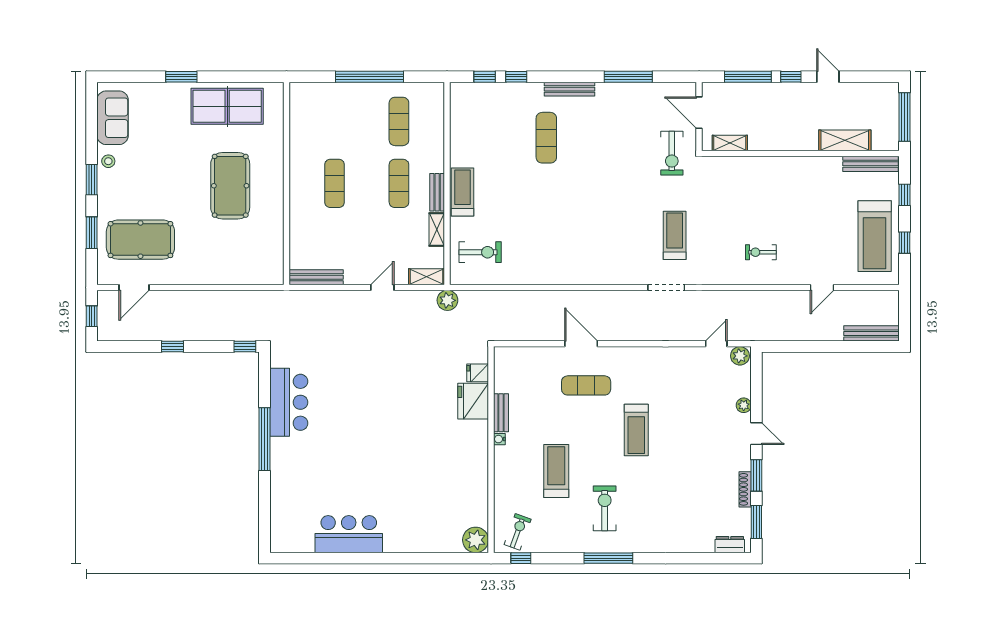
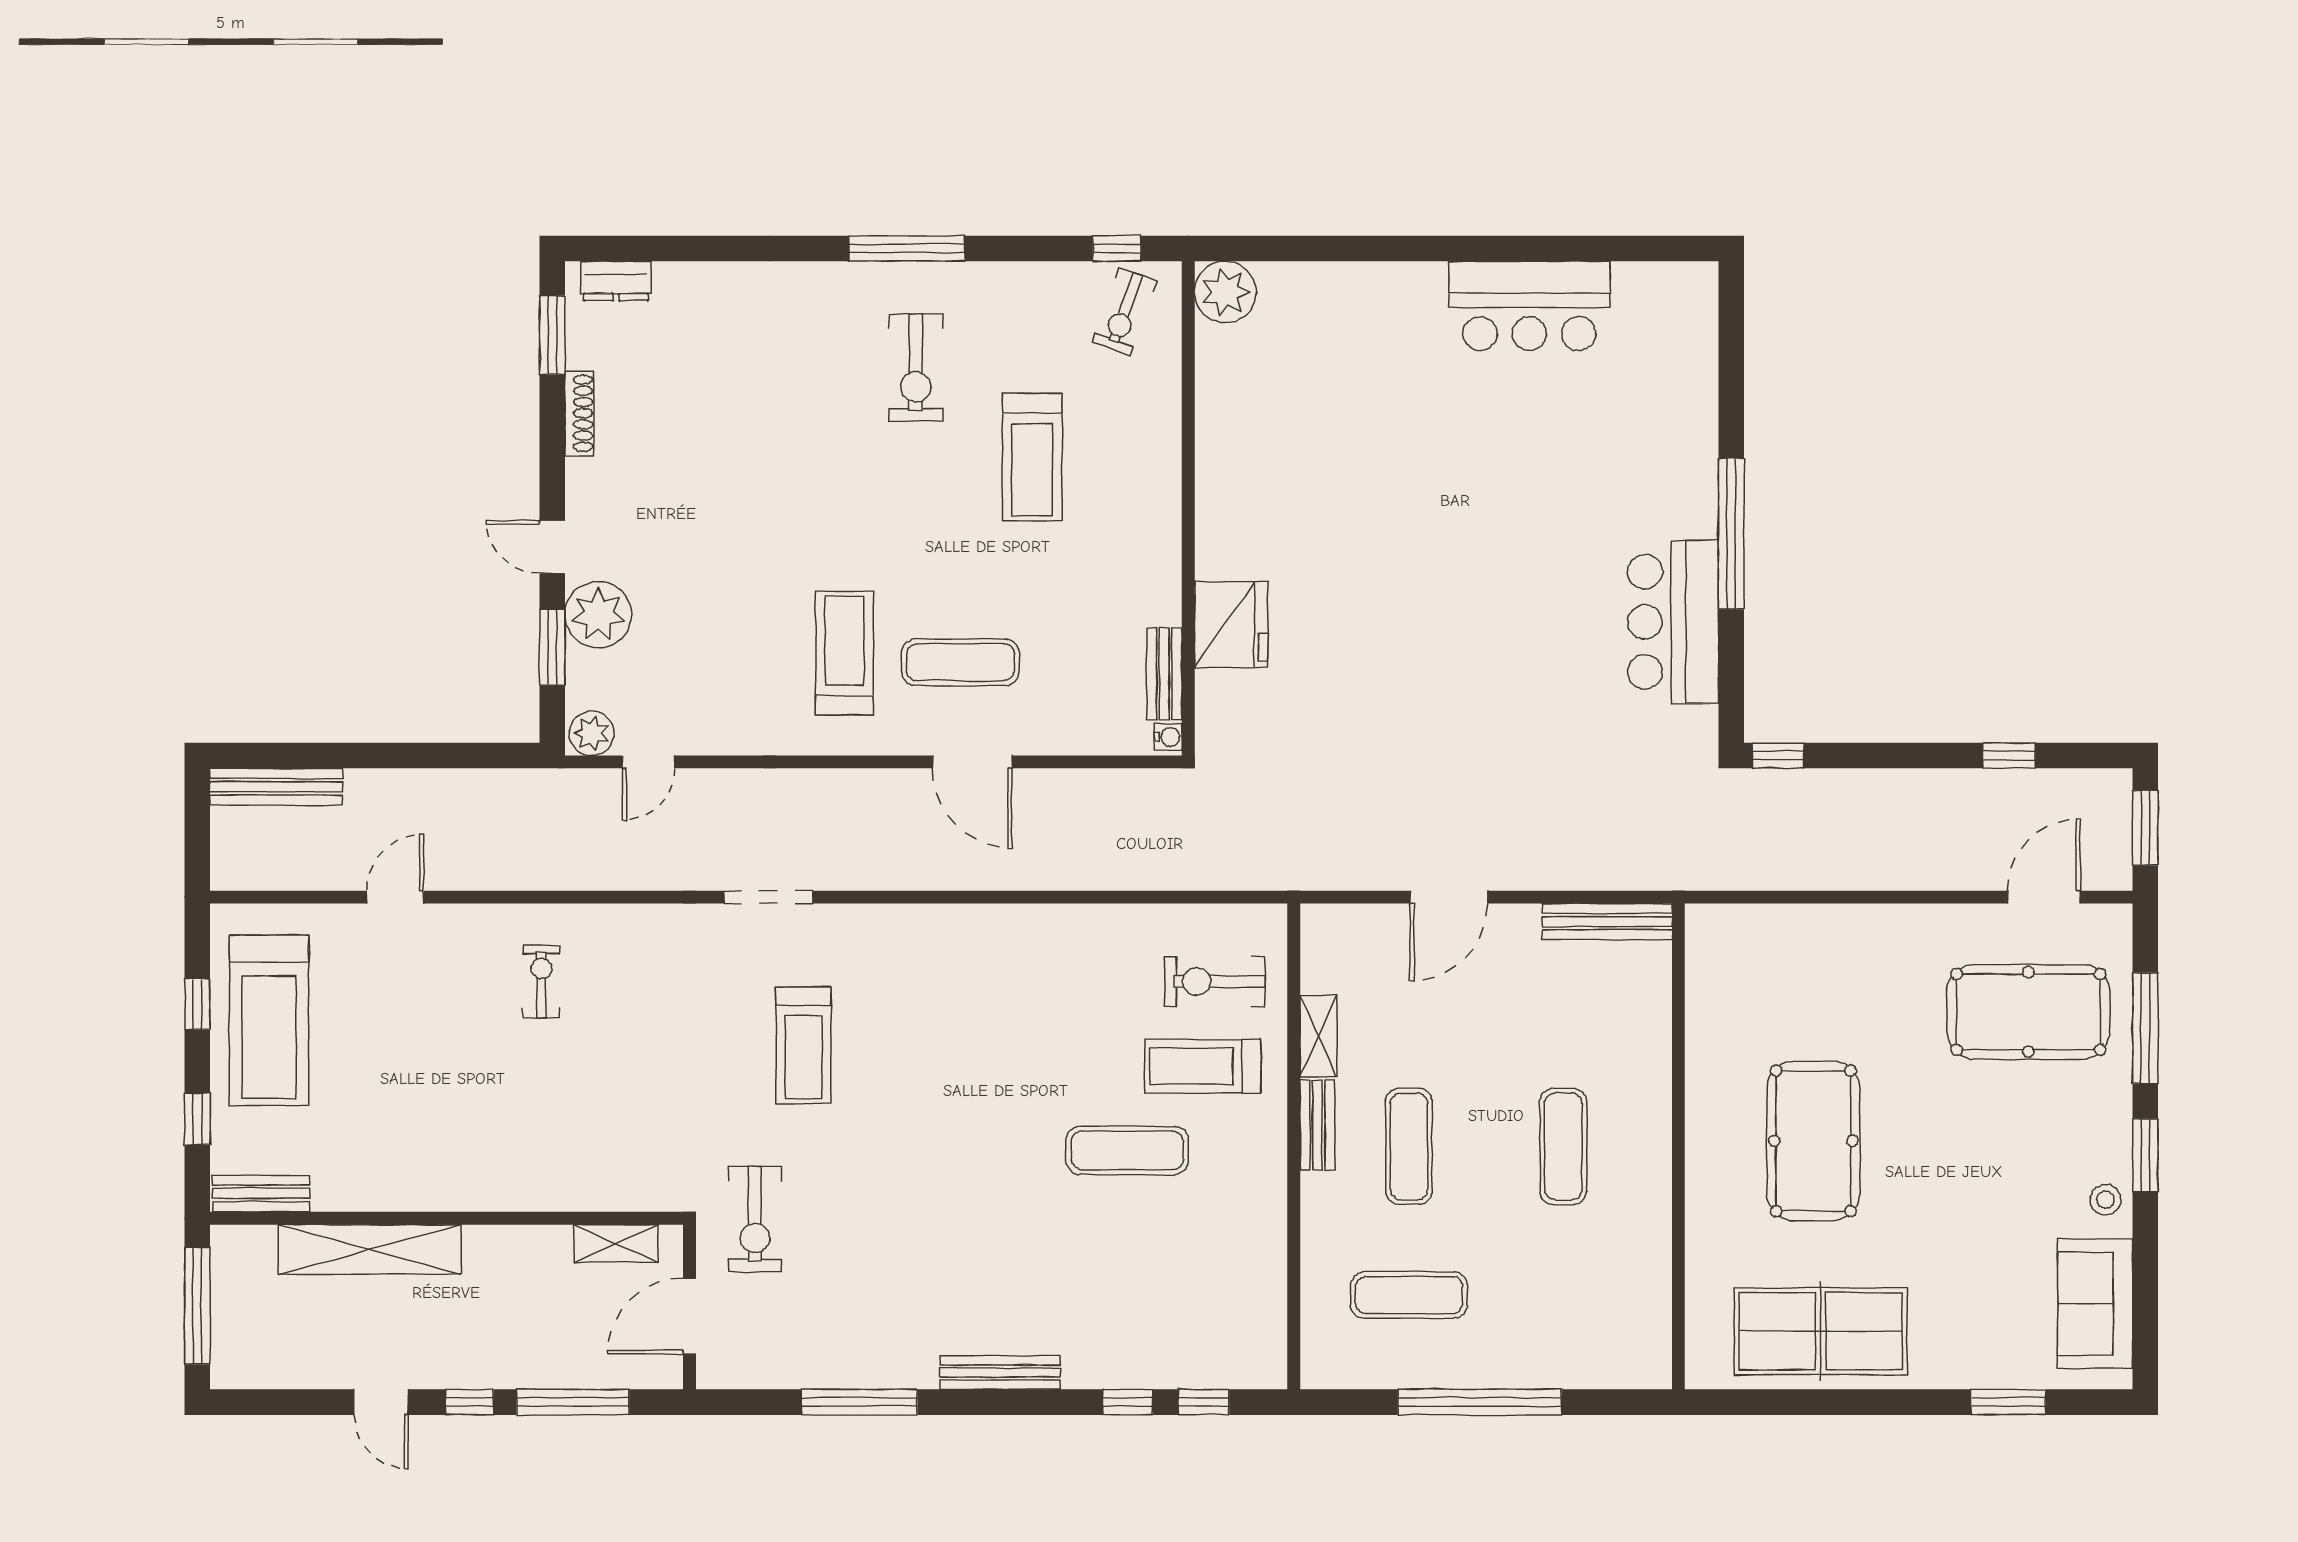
window: (181, 77) -> (2008, 1402), moved
door: (699, 113) -> (690, 1316), swing flipped
exercise mat: (399, 121) -> (1409, 1295), turned 90
exercise mat: (546, 138) -> (1127, 1150), moved, turned 90
shelving: (845, 140) -> (370, 1250), width x1.47
exercise bike: (672, 153) -> (755, 1219), turned 180
bench: (871, 164) -> (261, 1193), width x0.73
treadmill: (463, 192) -> (1203, 1066), moved, turned 90
window: (92, 233) -> (2145, 1028), width x1.44
treadmill: (675, 235) -> (804, 1045), moved
treadmill: (875, 236) -> (269, 1020), turned 180
exercise bike: (761, 252) -> (541, 982), turned -90
shelving: (426, 277) -> (1343, 923), removed
door: (382, 287) -> (1449, 897), width x1.38
plant: (447, 300) -> (1293, 866), removed
window: (92, 316) -> (2145, 828), width x1.50
window: (173, 346) -> (2009, 756), moved
fridge: (478, 373) -> (1220, 692), removed
plant: (744, 405) -> (598, 615), width x1.88, depth x1.88
bench: (501, 413) -> (1164, 674), moved
treadmill: (636, 430) -> (845, 653), moved
water cooler: (499, 439) -> (1168, 737), moved
window: (756, 475) -> (552, 647), moved

